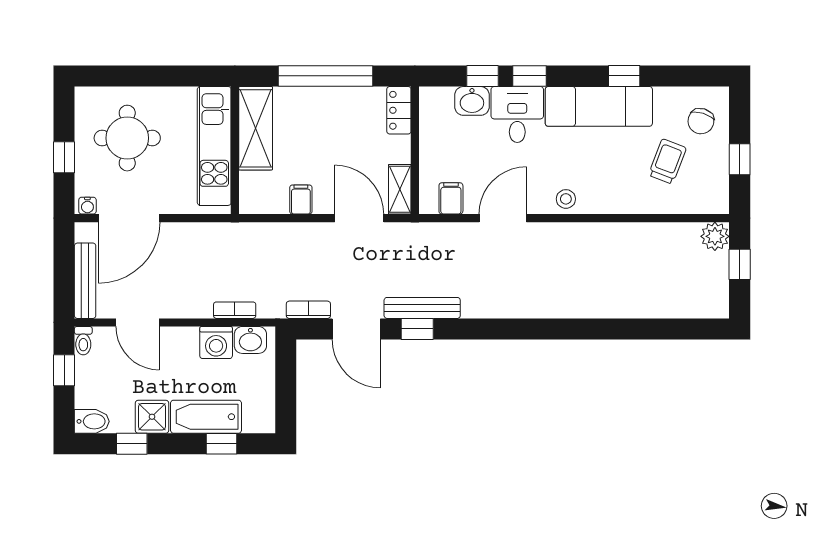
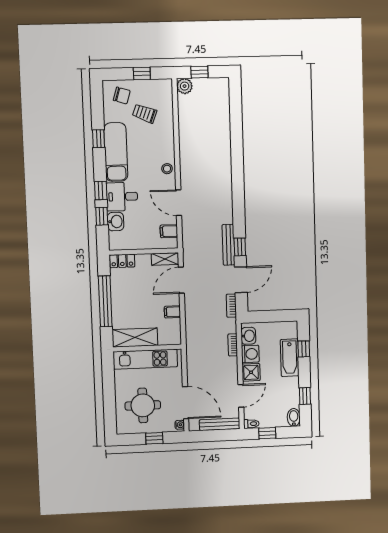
shower: (152, 417) -> (251, 372), moved

